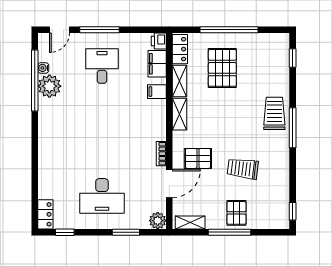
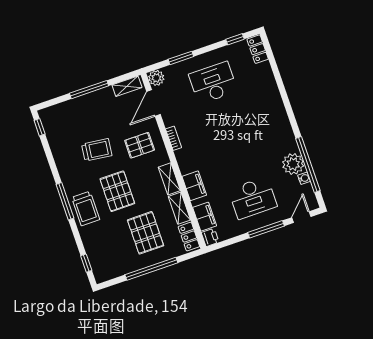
desk: (102, 66) -> (253, 198), width x1.37
filing cabinet: (157, 92) -> (194, 186), width x2.00
door: (169, 183) -> (153, 103), moved
pallet: (236, 213) -> (117, 191), moved, width x1.50, depth x1.42

